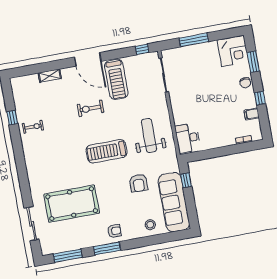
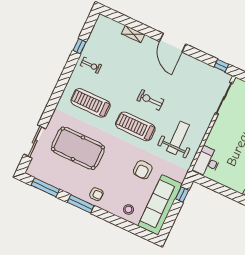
treadmill: (116, 79) -> (91, 103), moved, turned 90
exercise bike: (90, 108) -> (150, 100), moved

